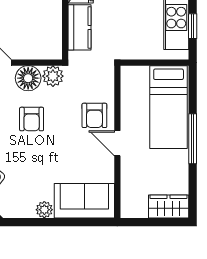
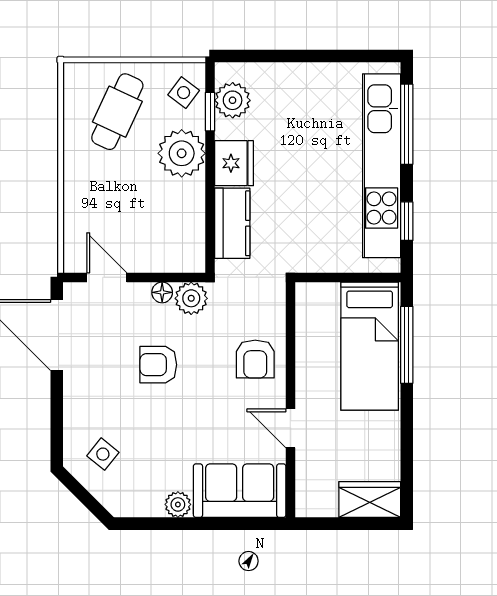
floor lamp: (28, 78) -> (162, 292), width x0.53, depth x0.53
armchair: (32, 119) -> (158, 365), turned 90
window: (193, 139) -> (407, 345), moved
door: (117, 143) -> (291, 428), moved

